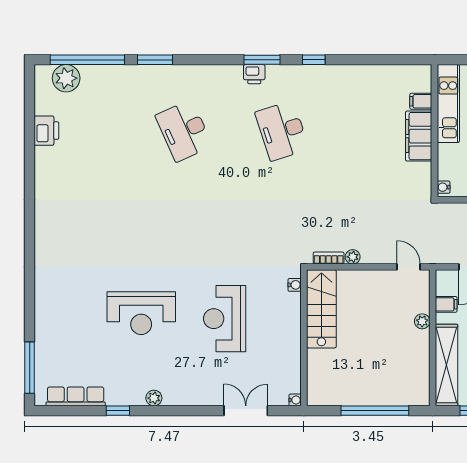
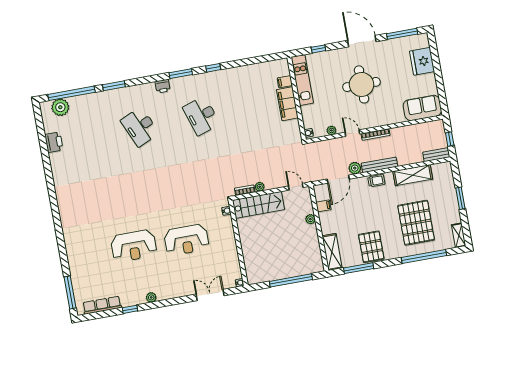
printer: (254, 74) -> (163, 86), moved
stairs: (321, 309) -> (258, 205), moved, turned 90
reception desk: (225, 319) -> (186, 240), turned -90
shelving: (447, 365) -> (332, 252), width x0.68

